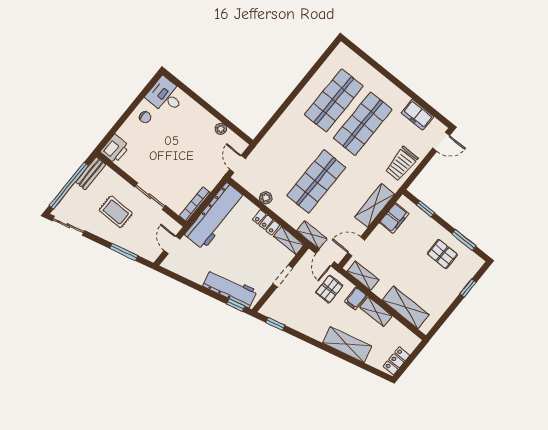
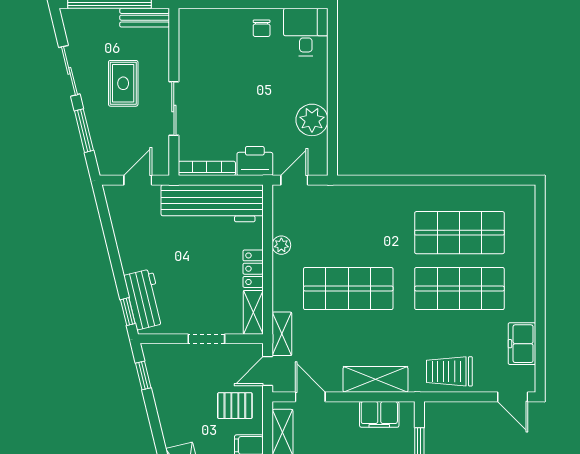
plant: (221, 129) -> (312, 120), width x1.87, depth x1.87
printer: (115, 149) -> (255, 161), moved, turned 180
sliding door: (68, 226) -> (69, 71), moved
workbench: (230, 288) -> (144, 299), width x0.73

